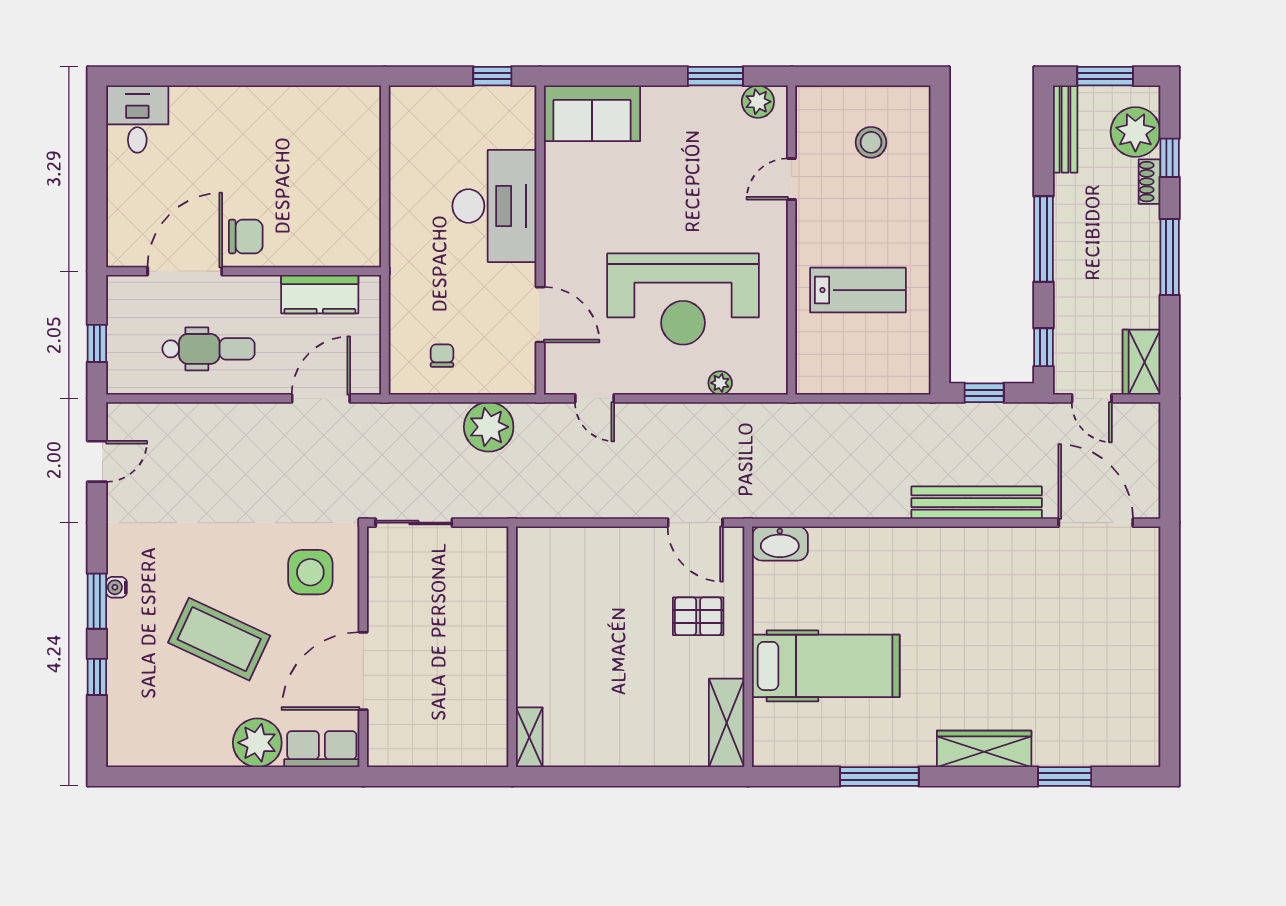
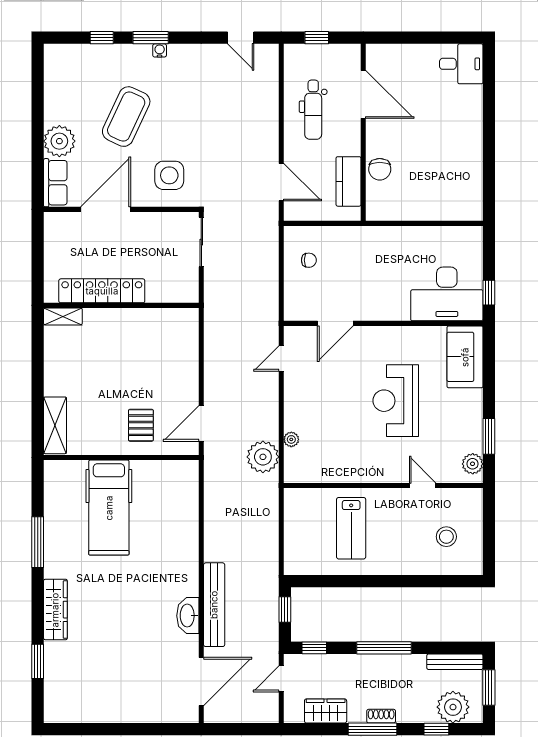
shoe rack: (1149, 182) -> (381, 716), moved
desk: (494, 206) -> (447, 294), moved
chair: (246, 237) -> (380, 169), moved
reception desk: (683, 299) -> (396, 401), moved, width x0.74, depth x0.77
wardrobe: (1141, 362) -> (326, 711), moved
plant: (489, 427) -> (263, 457), moved
washbasin: (780, 543) -> (188, 616), moved
door: (363, 671) -> (106, 209), hinge flipped
locker: (490, 677) -> (102, 291), added
shelving: (727, 723) -> (55, 425), moved, turned 90

